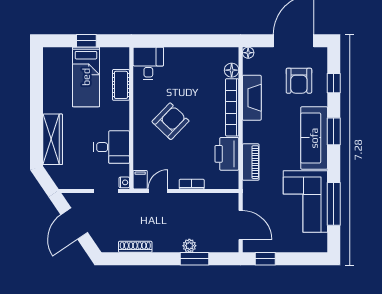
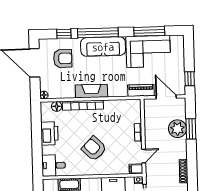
fireplace: (252, 98) -> (91, 91), moved
window: (334, 131) -> (98, 33), width x2.11
printer: (227, 154) -> (49, 133), moved, turned -90
piano: (251, 162) -> (141, 90), moved
door: (158, 191) -> (144, 156), swing flipped
door: (241, 225) -> (166, 97), hinge flipped
plant: (189, 246) -> (177, 129), width x1.87, depth x1.87

